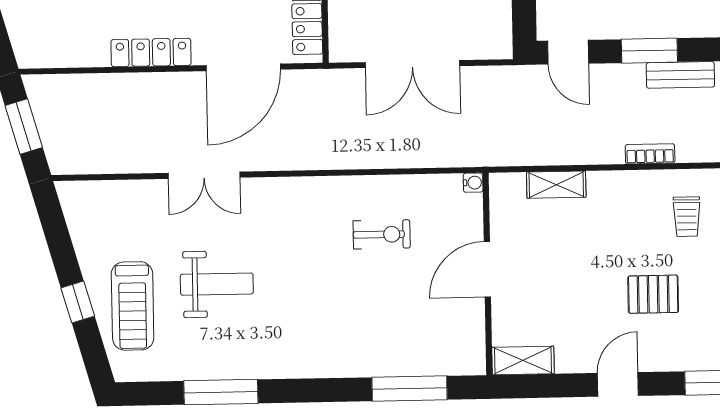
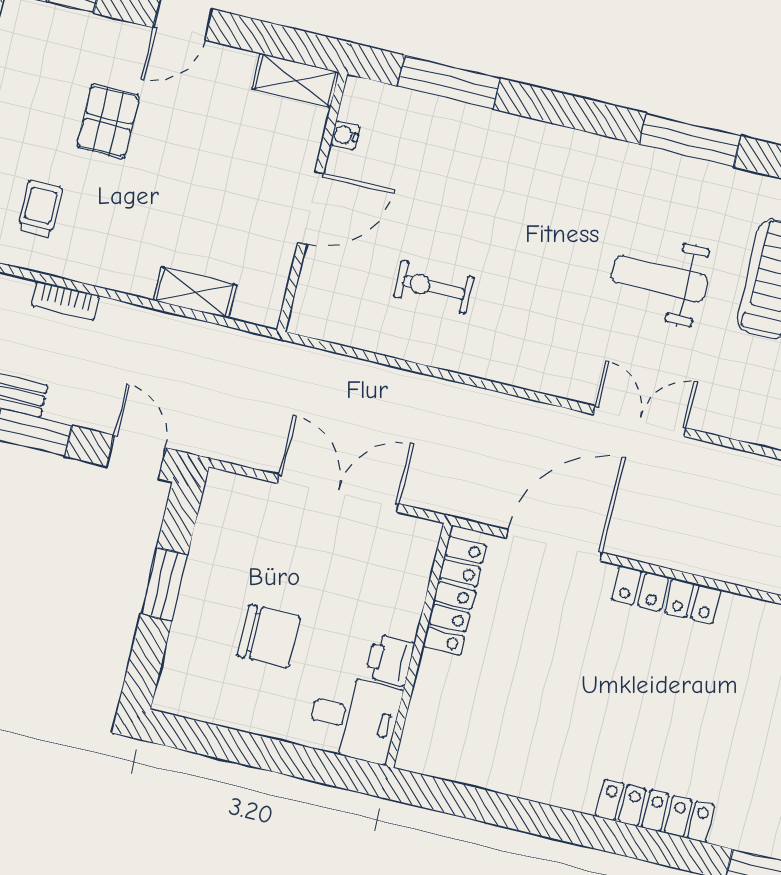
water cooler: (473, 183) -> (345, 135), moved
pallet: (653, 294) -> (108, 121), turned 90

